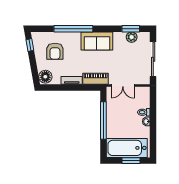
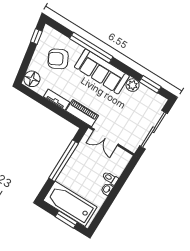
plant: (132, 37) -> (133, 85), moved
sofa: (97, 41) -> (102, 71), width x1.36
armchair: (55, 51) -> (58, 59), turned 62

